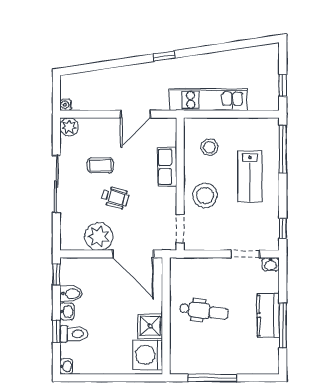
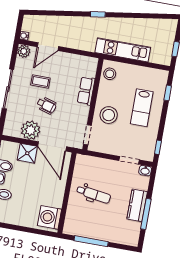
door: (135, 114) -> (48, 47), moved
stool: (209, 147) -> (110, 74), moved
window: (283, 149) -> (168, 93), width x0.46
shower: (150, 326) -> (27, 153), moved

